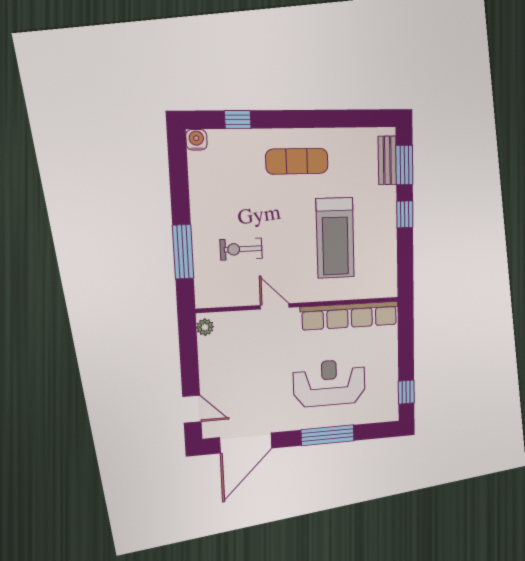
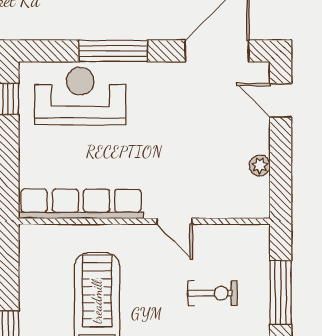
plant: (205, 327) -> (260, 166), moved
reception desk: (329, 383) -> (80, 96), moved, turned 180

